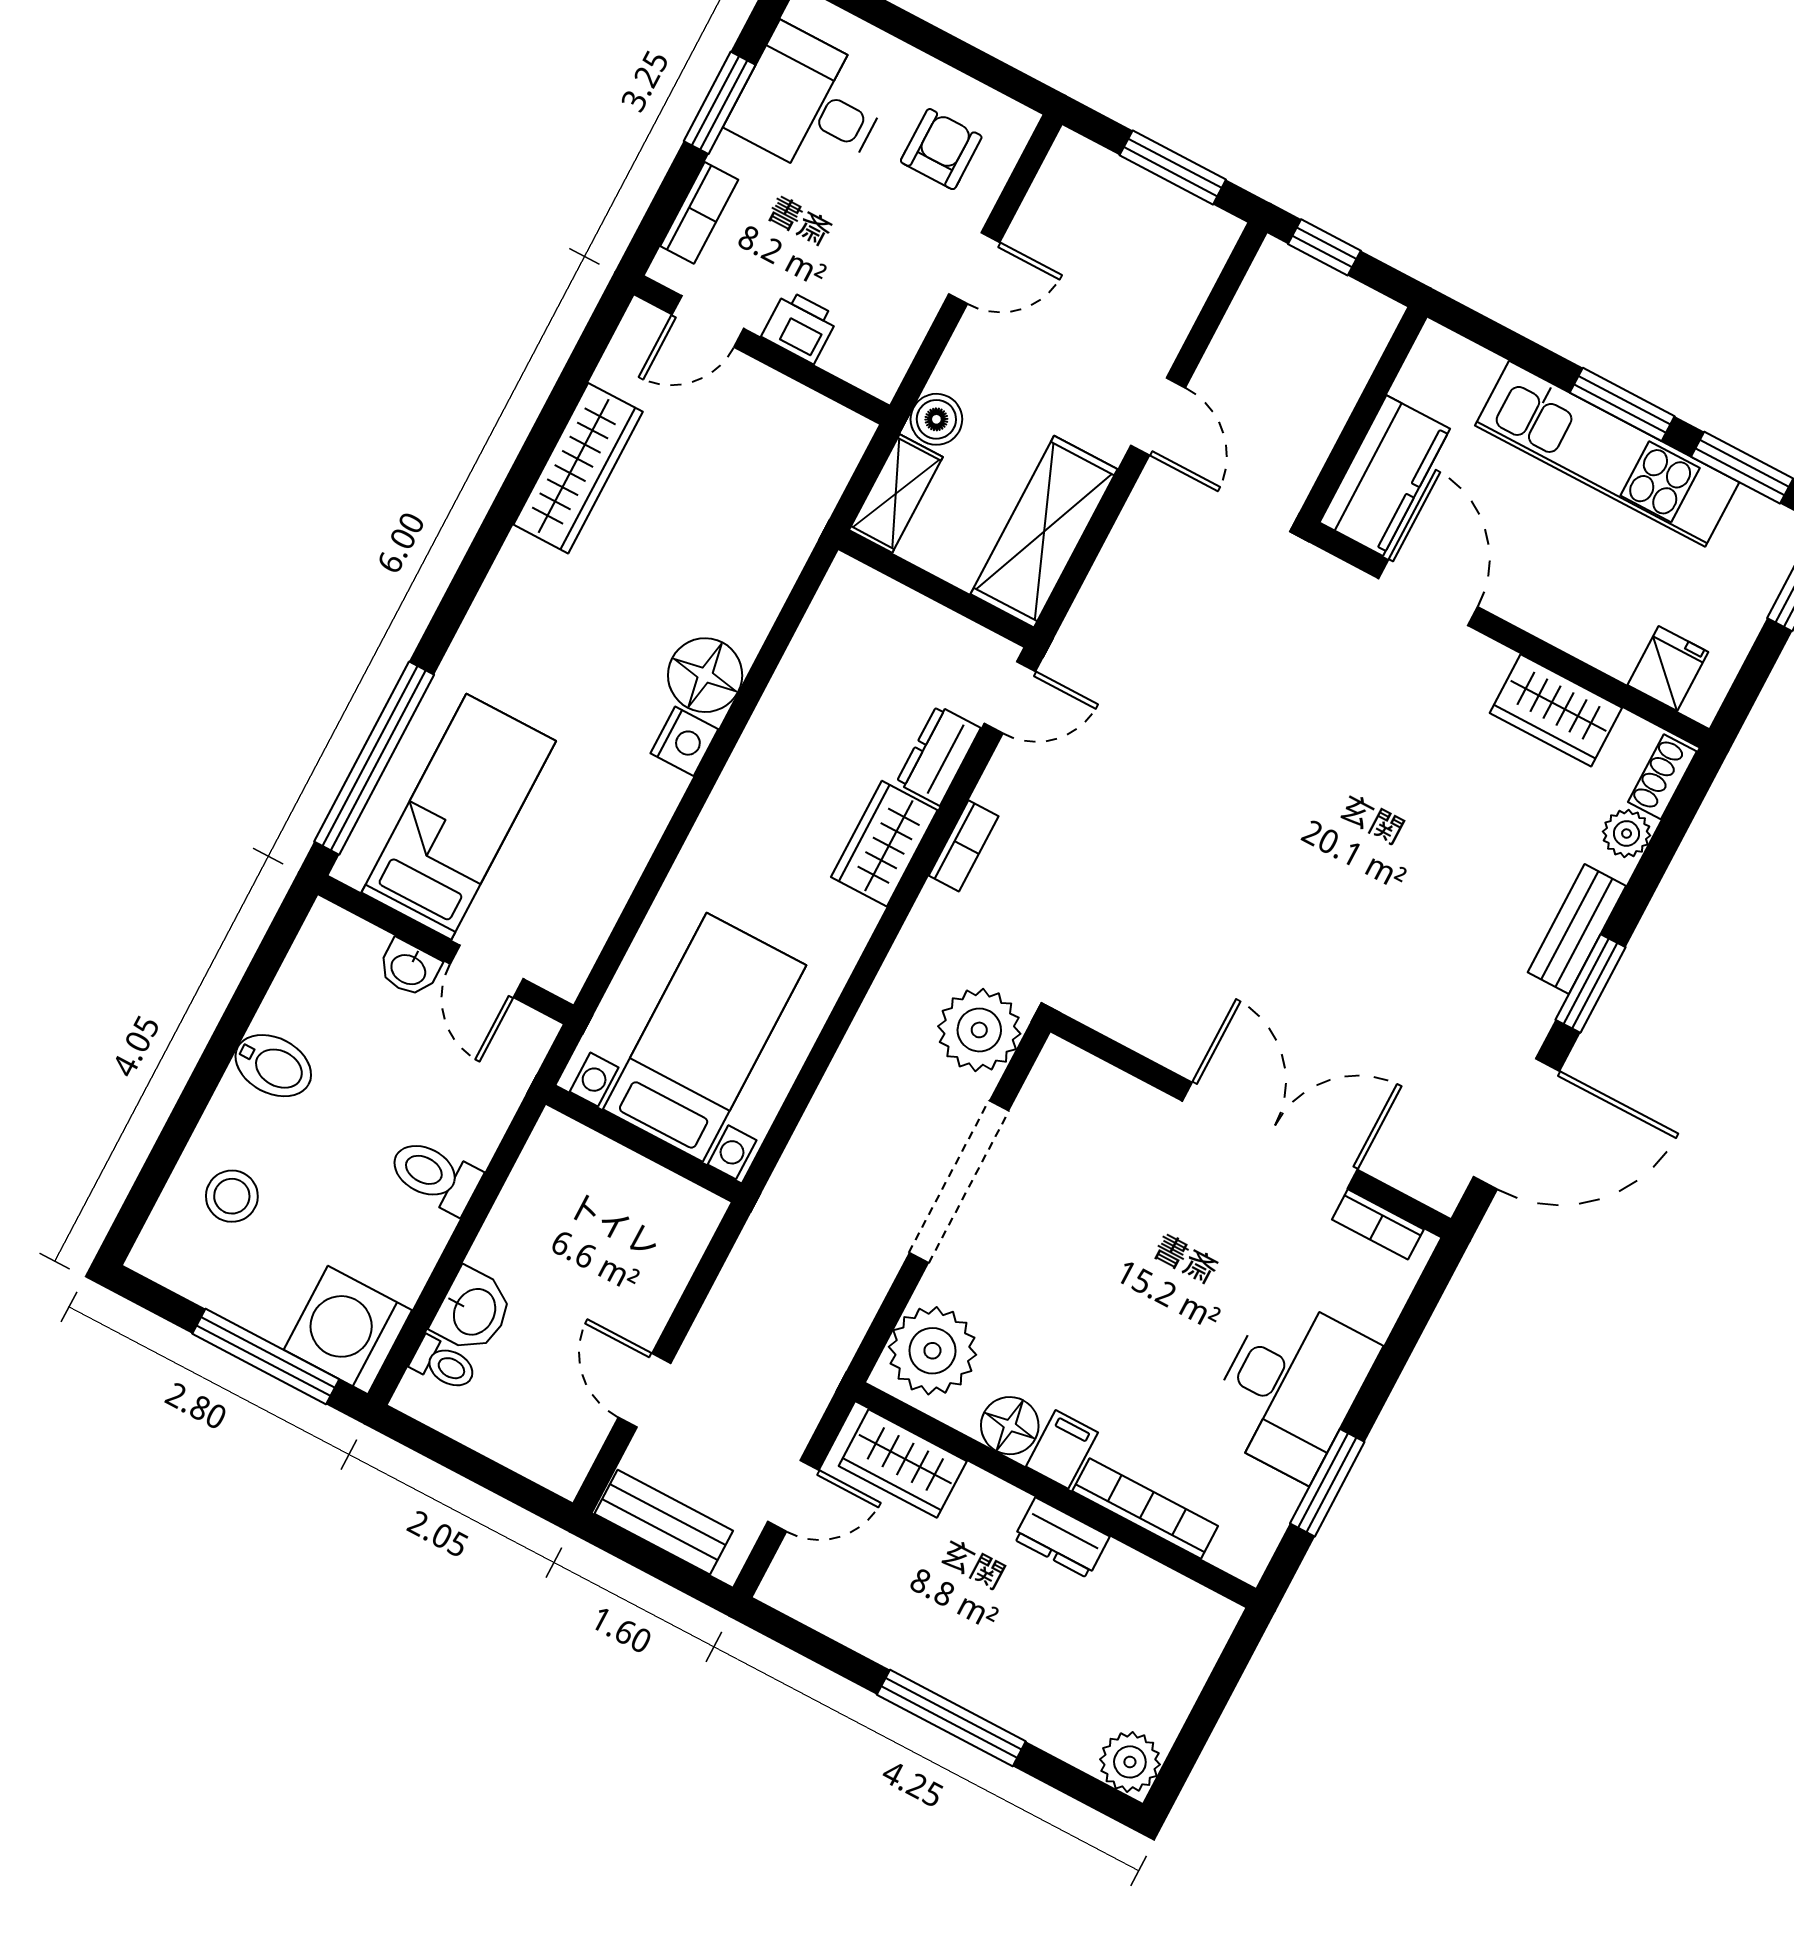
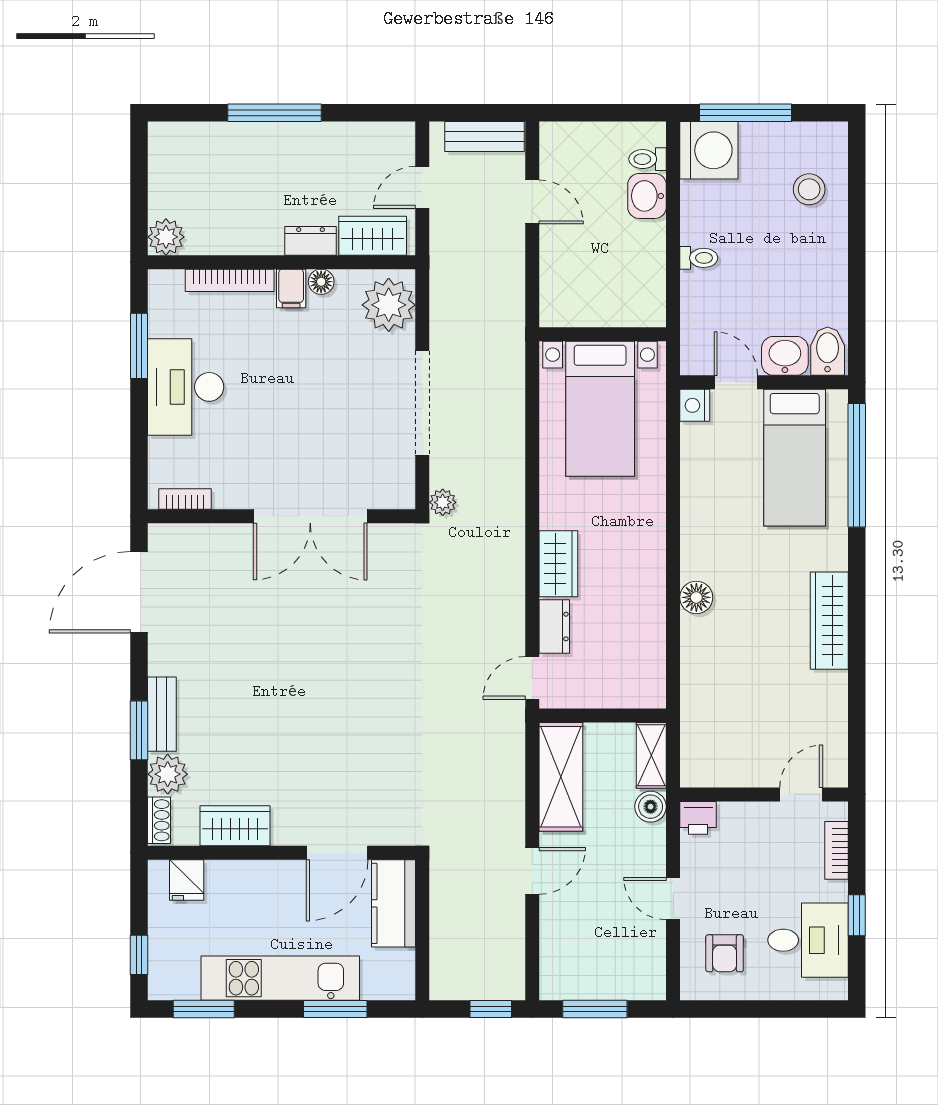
window: (720, 103) -> (857, 915), width x0.67
door: (974, 268) -> (673, 899), hinge flipped
printer: (800, 327) -> (698, 818), moved
window: (1622, 404) -> (335, 1009), moved
door: (1158, 417) -> (532, 871), swing flipped
wardrobe: (578, 468) -> (829, 621), moved
door: (1428, 593) -> (337, 853), hinge flipped
floor lamp: (705, 675) -> (696, 597), width x0.73, depth x0.73
nightstand: (684, 741) -> (695, 405), moved
plant: (1627, 834) -> (168, 774), width x1.38, depth x1.38
bookcase: (964, 846) -> (515, 585), removed
washbasin: (409, 968) -> (785, 356), width x1.38, depth x1.45
window: (1591, 983) -> (139, 730), moved
plant: (979, 1030) -> (443, 502), width x0.53, depth x0.53
bidet: (273, 1066) -> (828, 351), moved, turned 90
double door: (1270, 1135) -> (310, 516), moved
toilet: (435, 1175) -> (699, 258), width x0.73, depth x0.72
floor lamp: (1010, 1426) -> (321, 282), width x0.73, depth x0.73
dresser: (1062, 1538) -> (311, 241), moved
plant: (1130, 1762) -> (166, 237), moved

